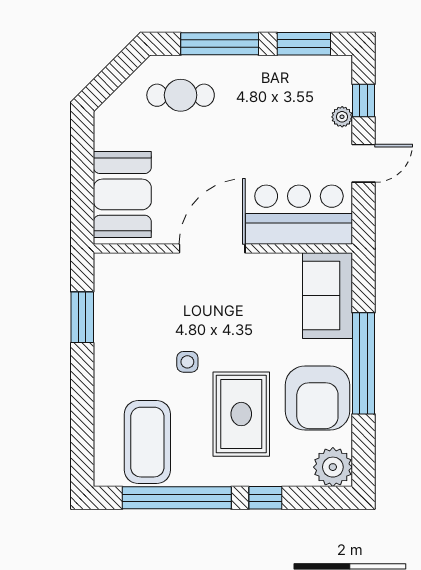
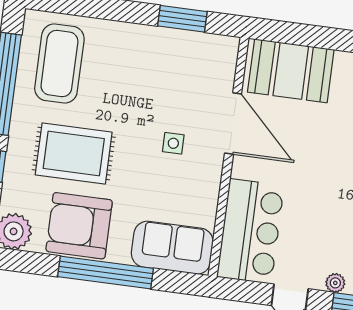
door: (212, 248) -> (233, 123), moved
side table: (187, 362) -> (173, 143), moved
coffee table: (147, 442) -> (59, 63), turned 90

